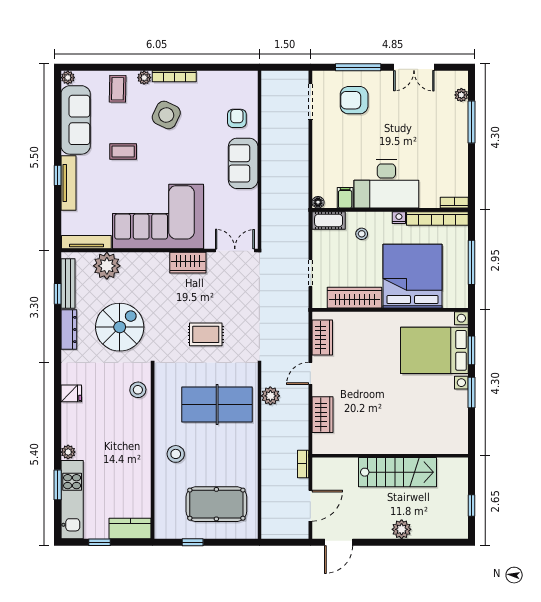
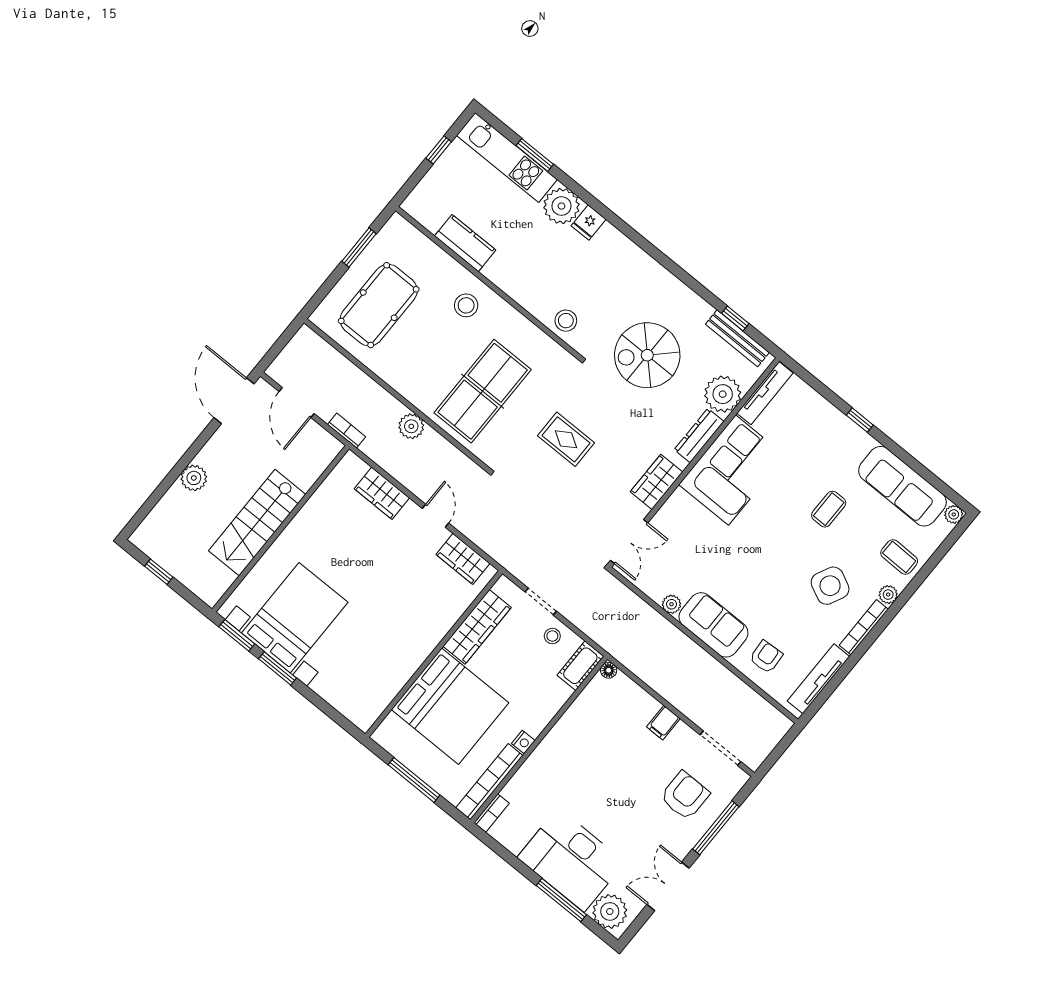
plant: (461, 95) -> (610, 911), width x1.87, depth x1.87
armchair: (237, 118) -> (766, 657), turned -94
tv unit: (68, 183) -> (818, 679), moved, turned 90
desk: (386, 184) -> (571, 860), moved, turned -90
plant: (251, 197) -> (672, 604), added
filing cabinet: (345, 198) -> (663, 723), moved, turned 90
corner sofa: (158, 217) -> (732, 470), width x0.73, depth x0.74
stool: (362, 234) -> (552, 636), moved
spiral stairs: (120, 327) -> (647, 355), turned 90
dresser: (69, 329) -> (699, 436), moved, turned 90
rug: (206, 334) -> (566, 439), turned 90
bed with nightstands: (434, 350) -> (295, 618), moved
window: (472, 350) -> (237, 635), moved
fridge: (71, 393) -> (589, 222), moved
plant: (270, 396) -> (411, 426), moved
plant: (68, 452) -> (561, 206), width x1.87, depth x1.87
kitchen counter: (130, 528) -> (465, 243), moved, turned -90
window: (193, 542) -> (359, 248), width x1.50
door: (339, 542) -> (234, 401), width x1.36

